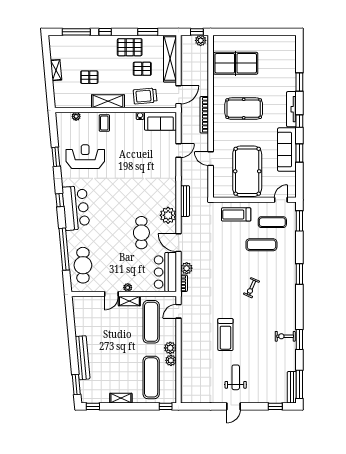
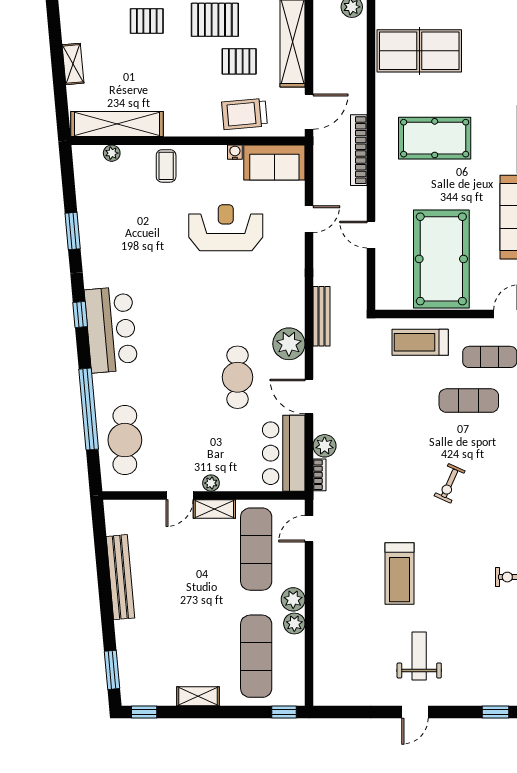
pallet: (89, 77) -> (147, 21), moved
shelving: (108, 101) -> (117, 124), moved, width x1.47
reception desk: (85, 157) -> (226, 228), moved
bench: (83, 358) -> (120, 577), moved

